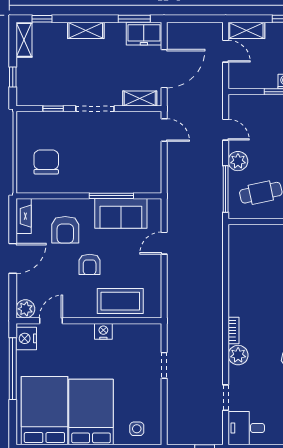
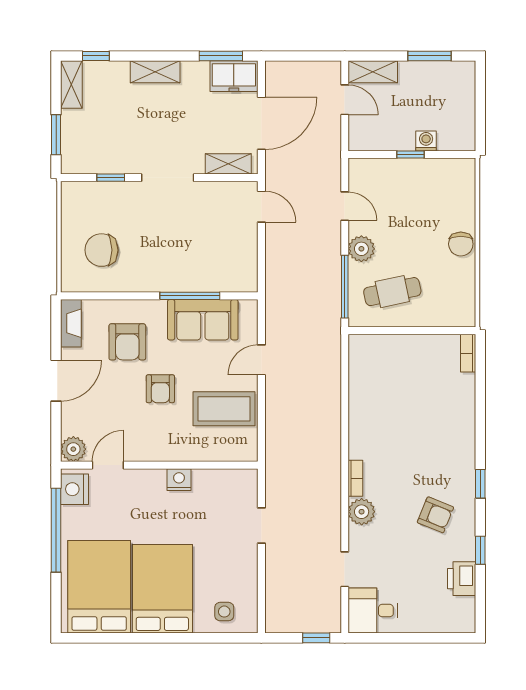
window: (13, 77) -> (56, 135), width x1.50
chair: (46, 162) -> (102, 250), turned -90
coffee table: (120, 301) -> (224, 409), moved

